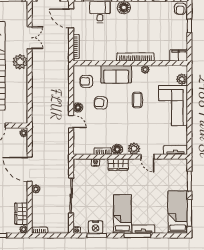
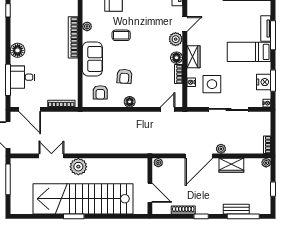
door: (71, 18) -> (30, 109), hinge flipped
door: (71, 122) -> (168, 109), moved
side table: (94, 181) -> (212, 84), added
wardrobe: (21, 214) -> (231, 165), moved

